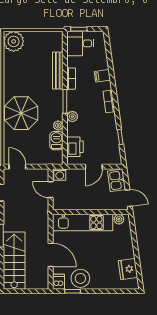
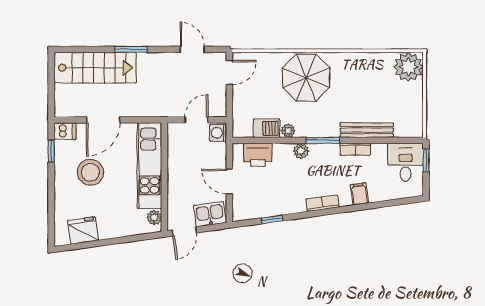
stool: (80, 278) -> (90, 172), moved

